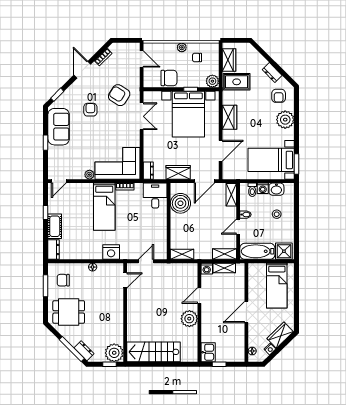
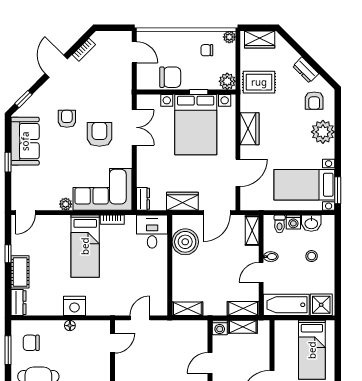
plant: (182, 47) -> (229, 37), moved
wardrobe: (229, 60) -> (260, 40), moved, turned 90
armchair: (119, 95) -> (99, 134), moved, turned 58
nightstand: (111, 252) -> (74, 306), moved

